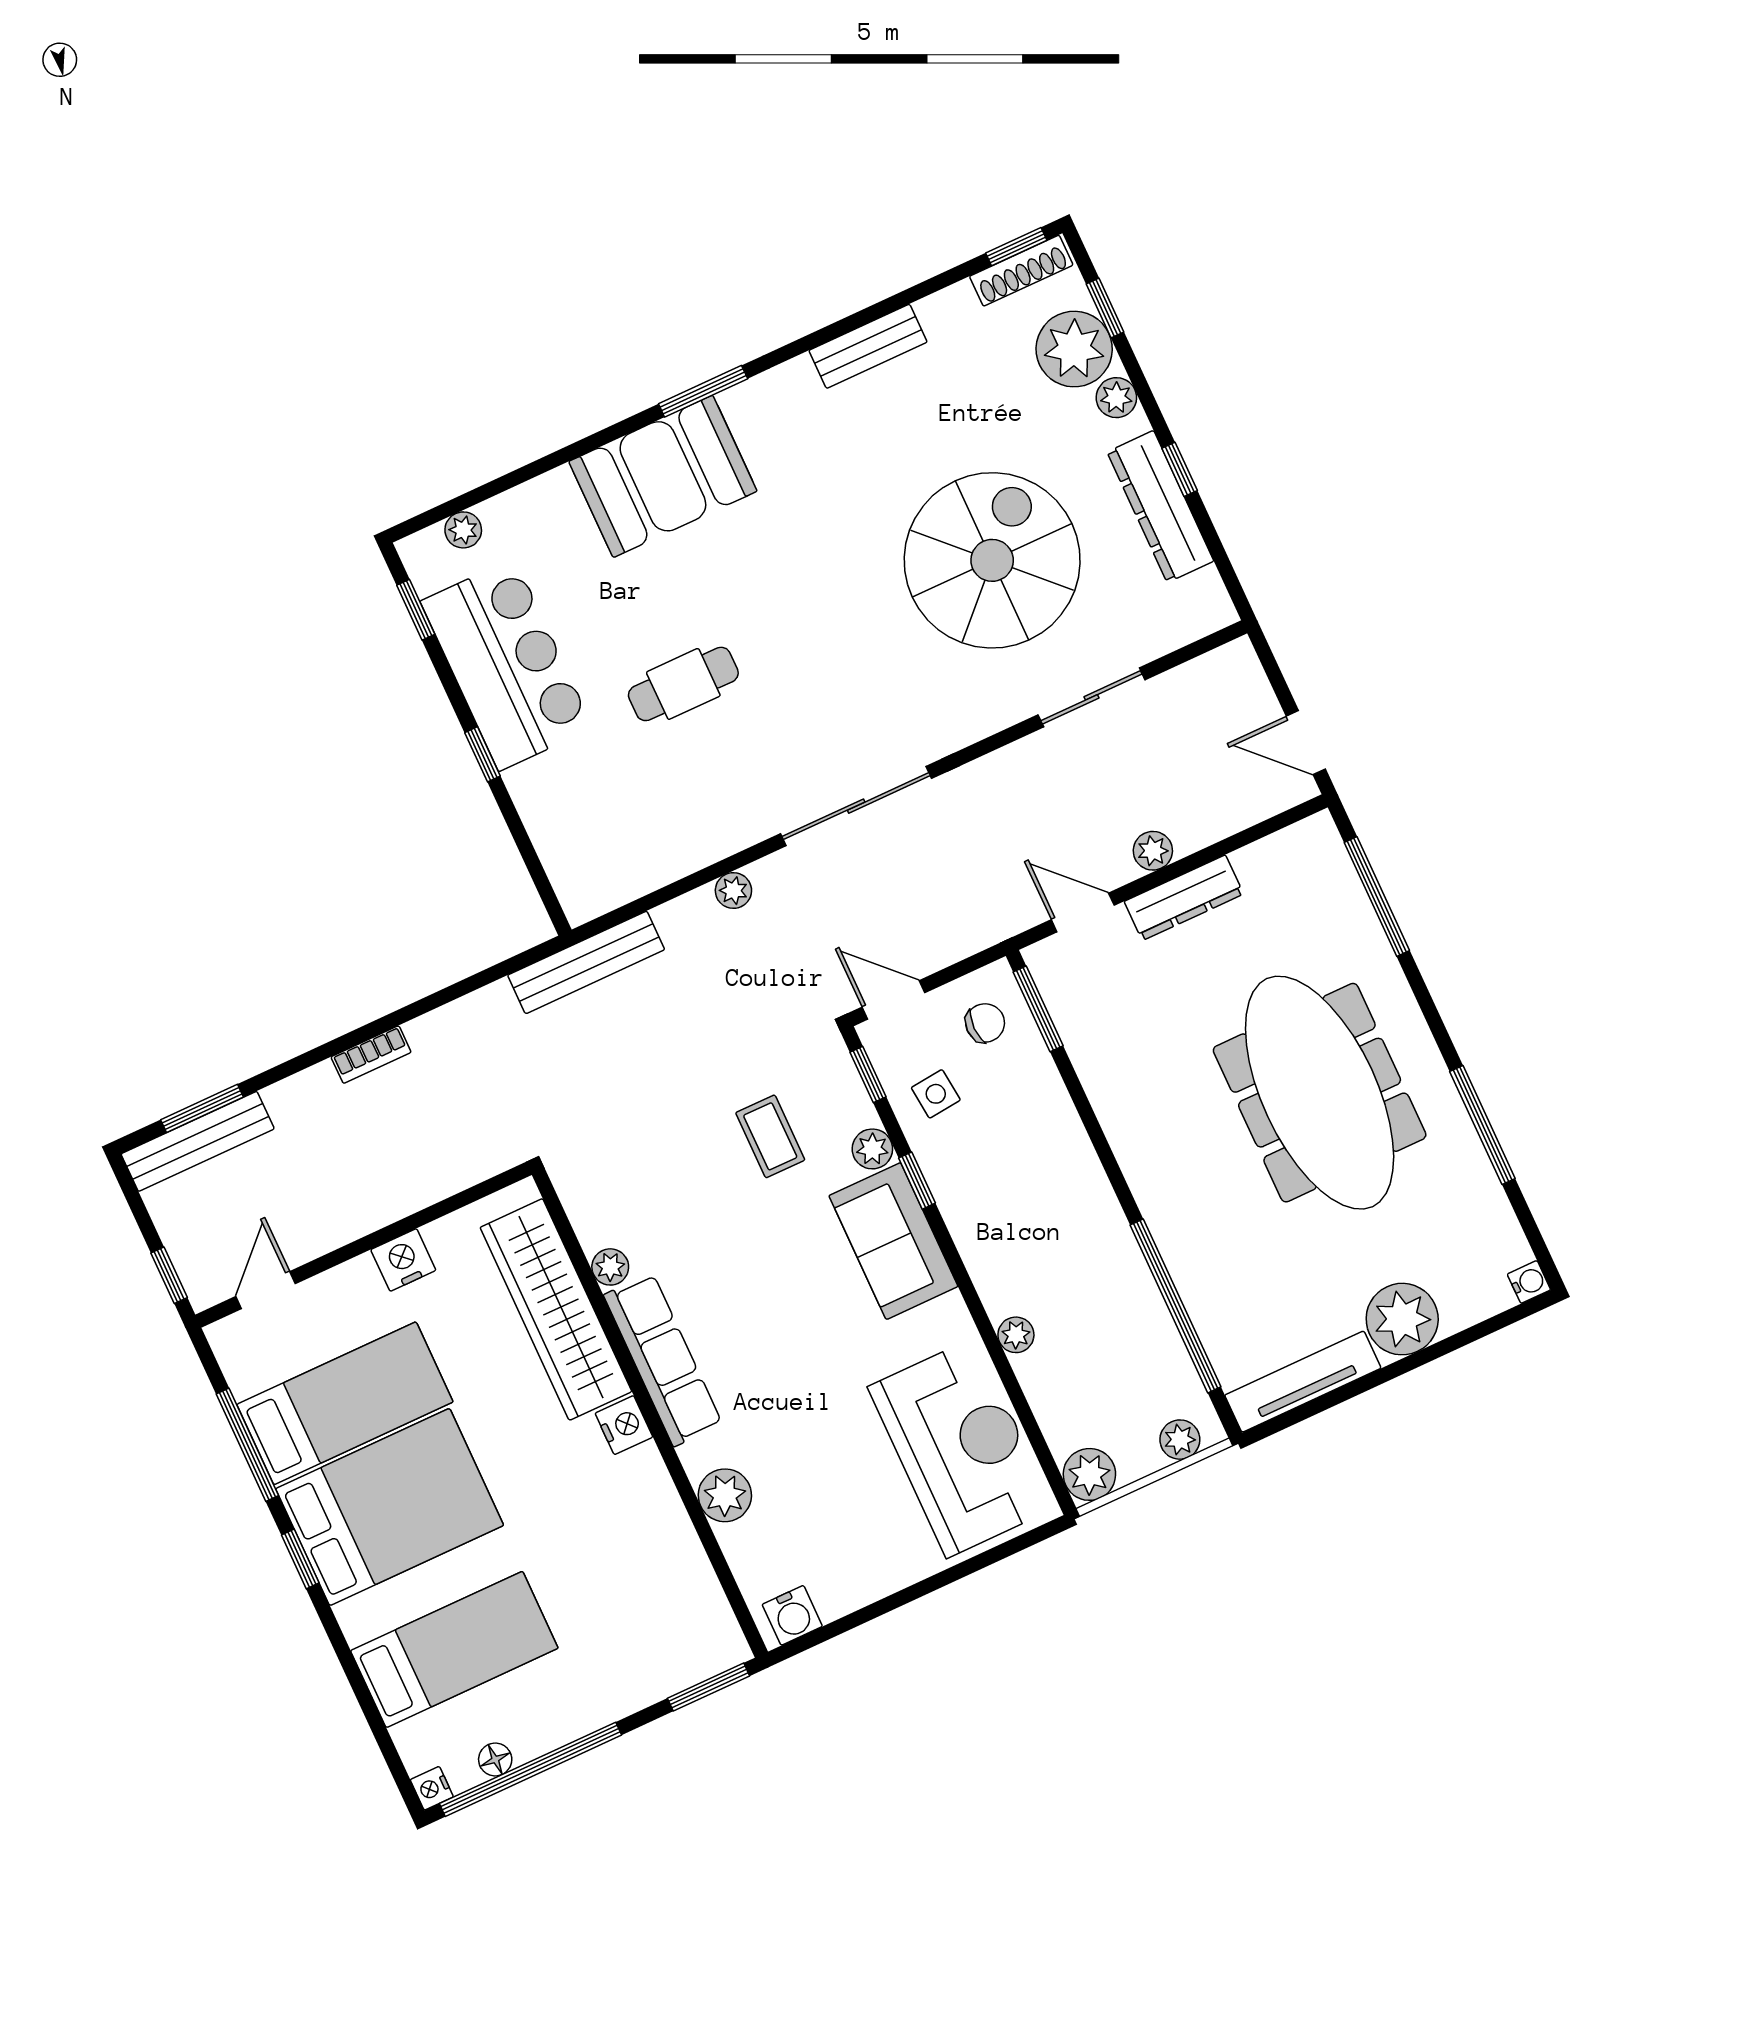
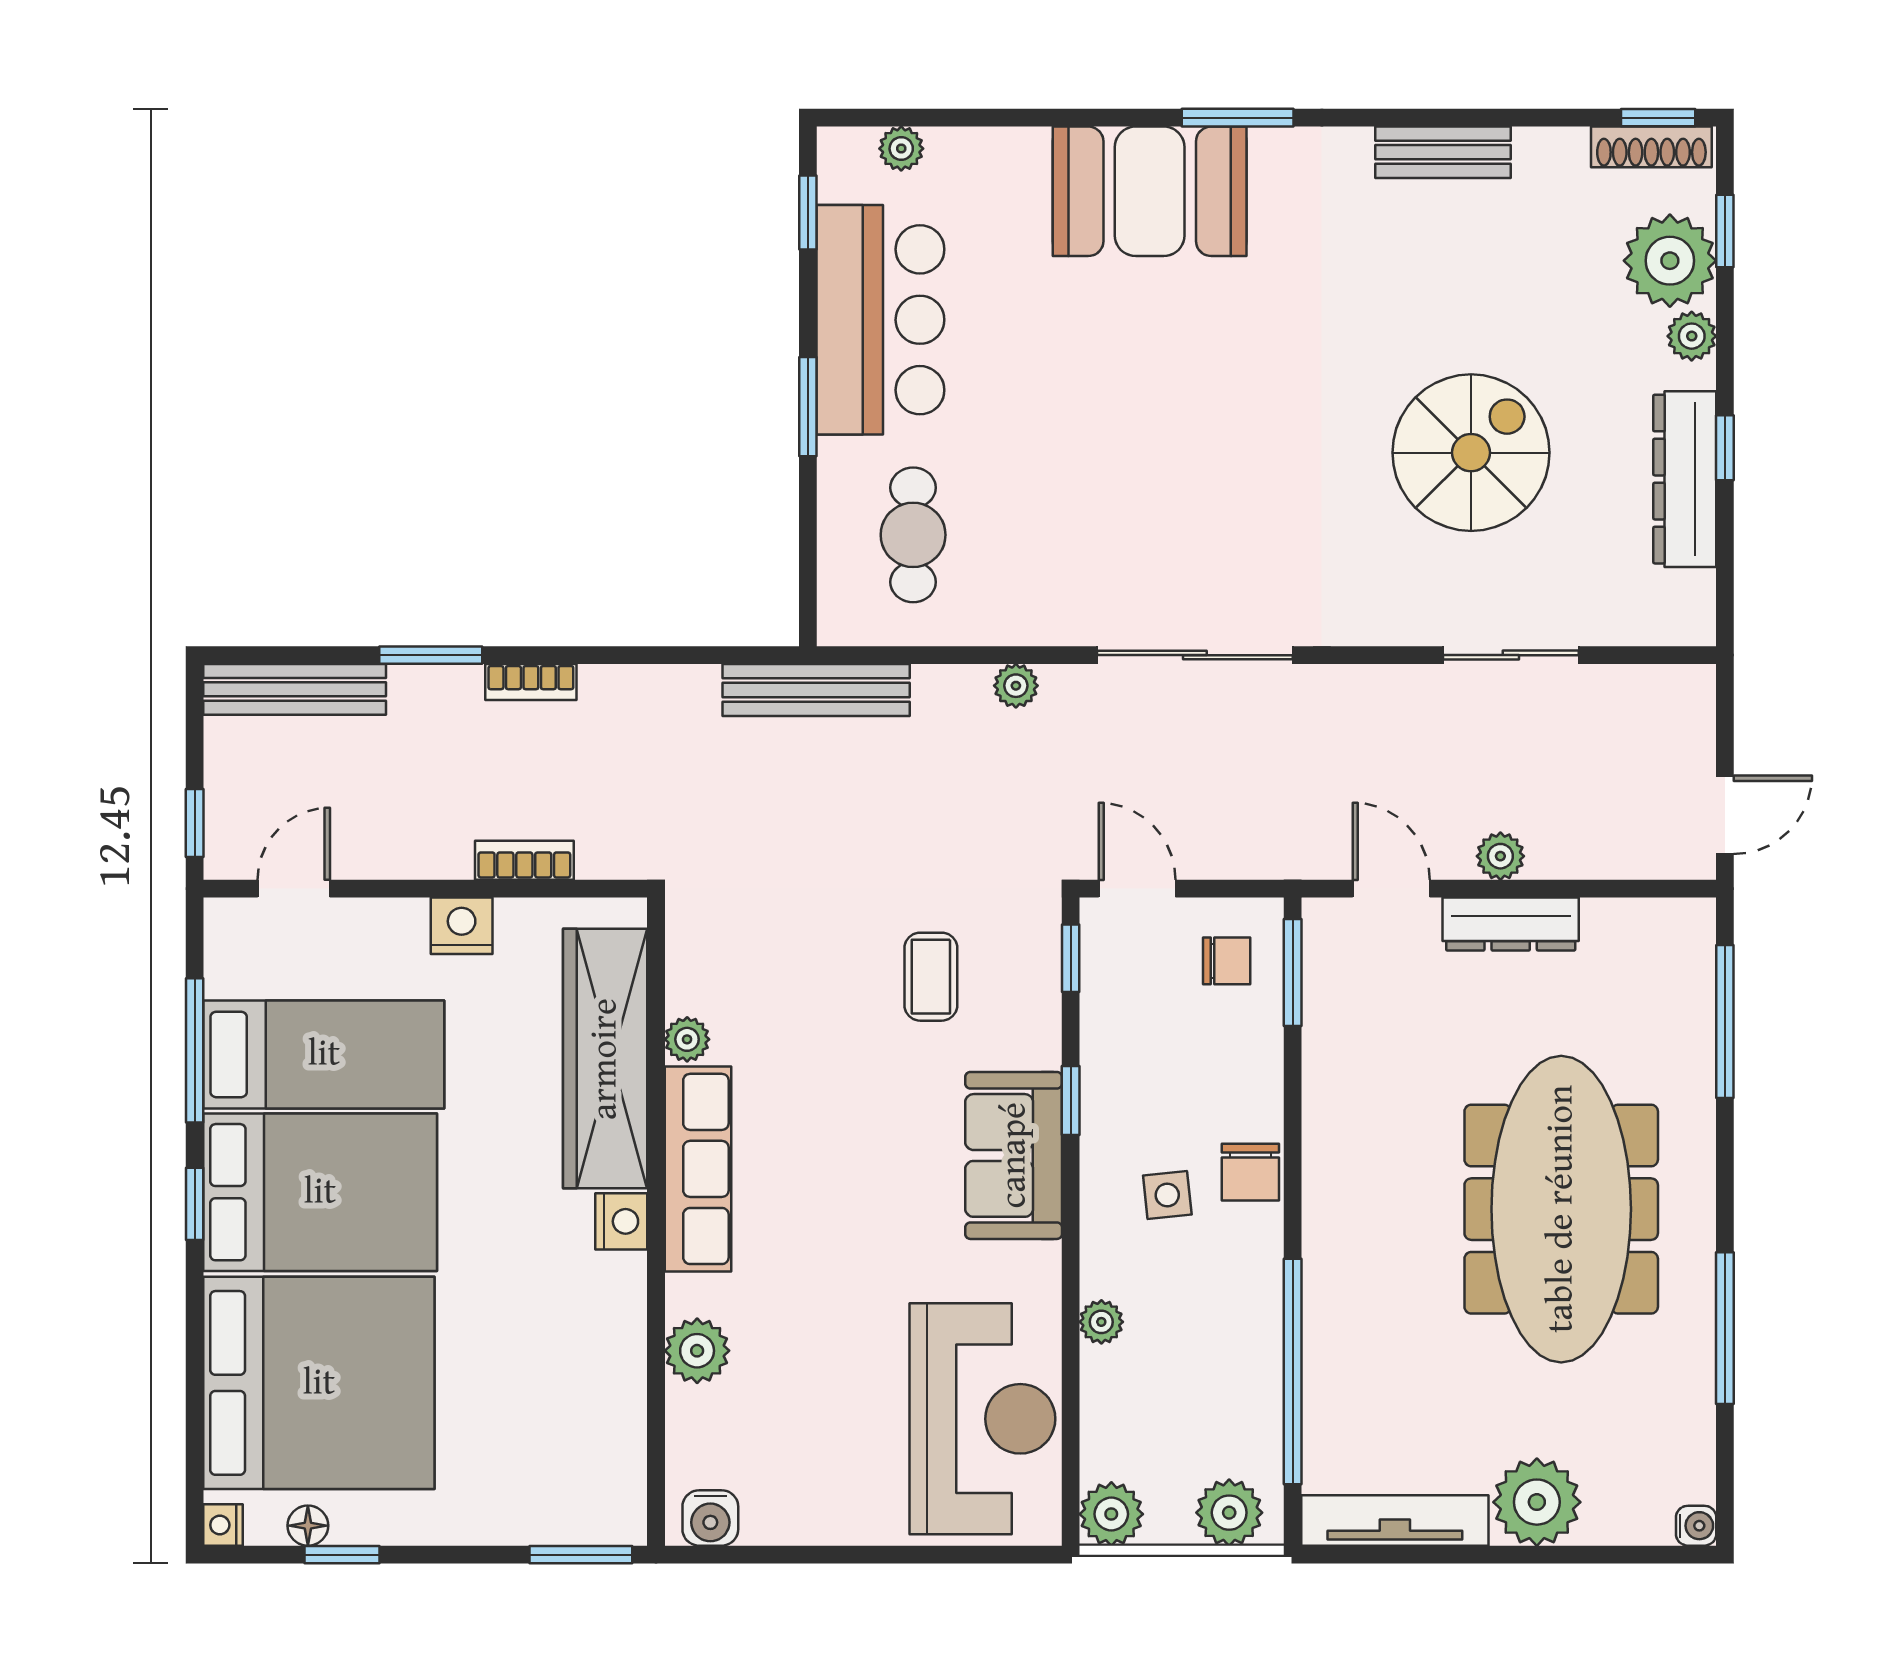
spiral stairs: (992, 560) -> (1471, 453), width x0.73, depth x0.73
cafe table: (683, 684) -> (913, 535), moved, turned 90
door: (1306, 743) -> (1725, 815), swing flipped
window: (483, 754) -> (808, 407), width x1.50
side table: (936, 1094) -> (1167, 1195), moved
window: (202, 1108) -> (431, 655), moved
plant: (872, 1149) -> (1038, 1043), removed
chair: (1075, 1172) -> (1250, 1172), added
bookcase: (427, 1190) -> (524, 860), added
plant: (1180, 1440) -> (1229, 1513), width x1.38, depth x1.38
bed: (454, 1649) -> (319, 1383), width x2.04
window: (531, 1769) -> (342, 1555), width x0.32

